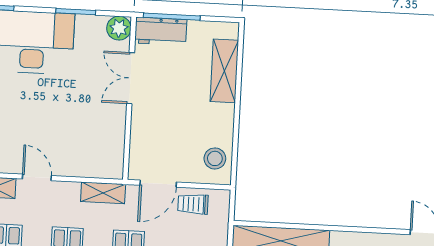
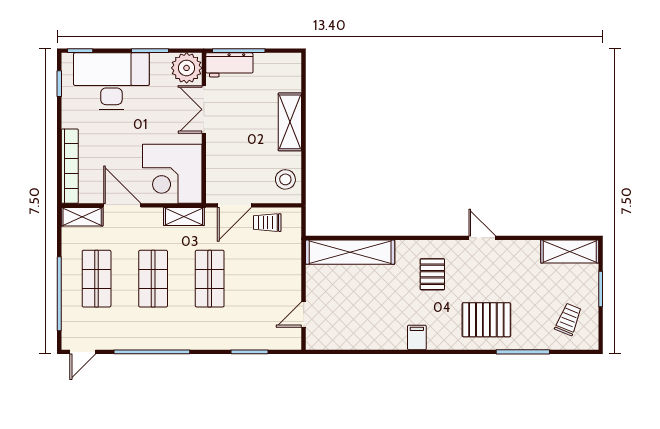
plant: (119, 28) -> (187, 68), width x1.36, depth x1.36
shelving: (224, 71) -> (290, 122), moved
corner desk: (93, 146) -> (172, 174), added
door: (37, 177) -> (122, 205), width x1.38

